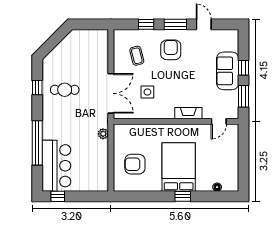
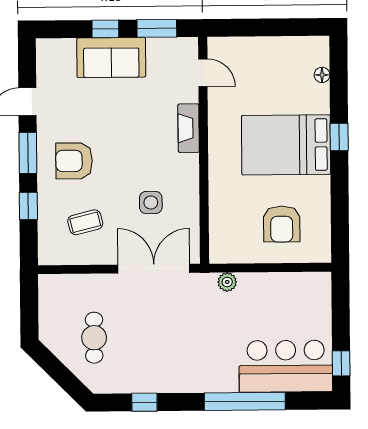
cafe table: (65, 90) -> (94, 338), moved

